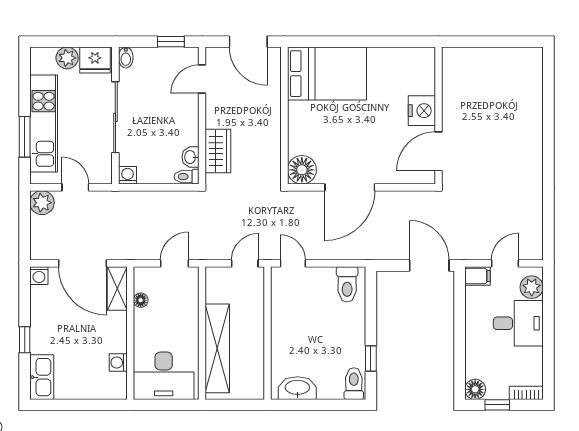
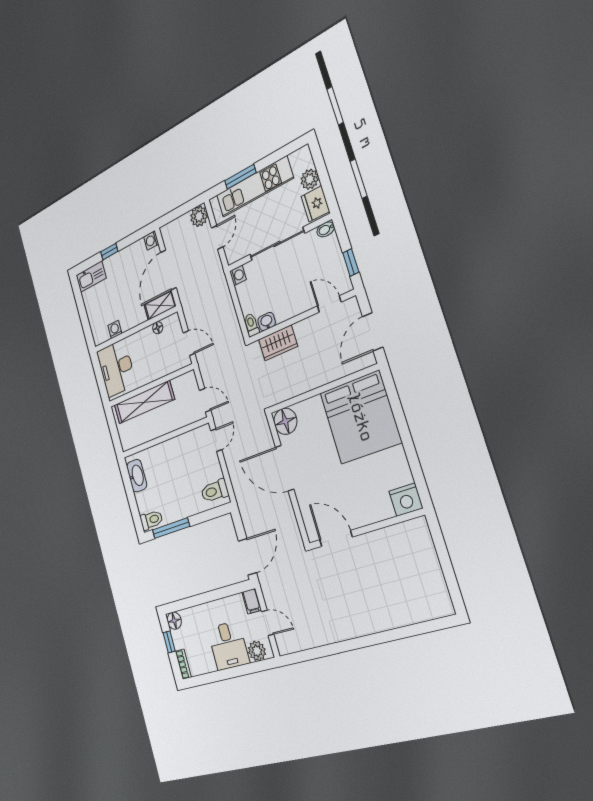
bed: (327, 74) -> (360, 417), width x1.36
nightstand: (422, 111) -> (406, 500), moved
window: (371, 358) -> (171, 528), width x2.17

